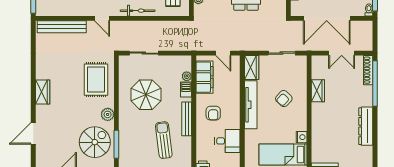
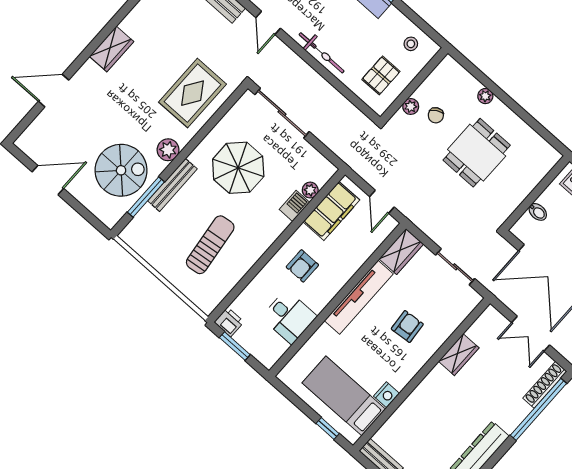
sliding door: (144, 53) -> (282, 113), width x1.37
armchair: (284, 99) -> (407, 326), turned 132
bench: (187, 119) -> (172, 185), moved

